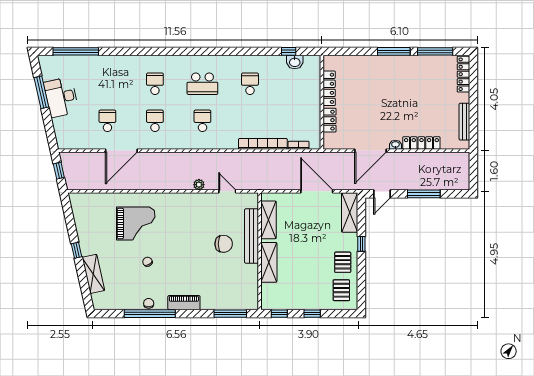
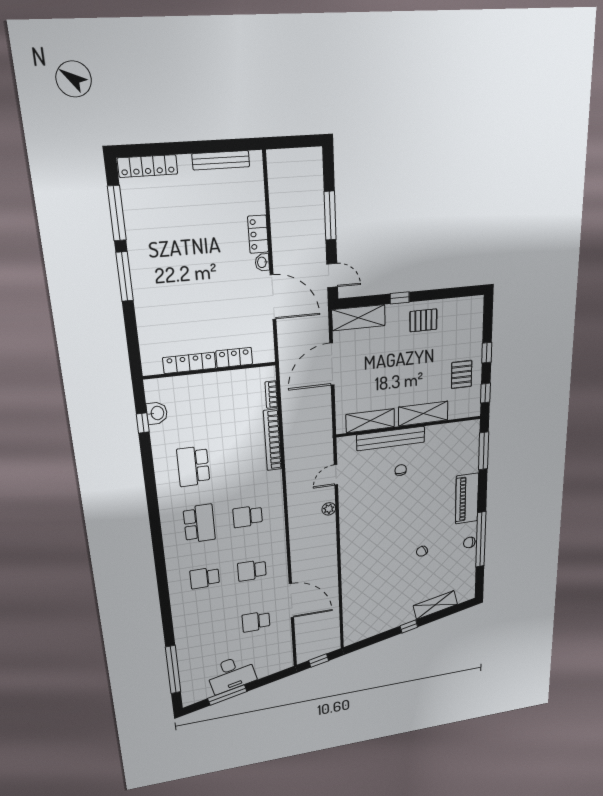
school desk: (250, 84) -> (193, 466), width x1.85
locker: (421, 143) -> (258, 234), width x0.66
grand piano: (136, 223) -> (378, 571), removed
chair: (224, 244) -> (401, 470), width x0.54, depth x0.54
pallet: (341, 290) -> (462, 375), moved, turned 90
piano: (184, 303) -> (467, 499), width x1.37, depth x1.33

